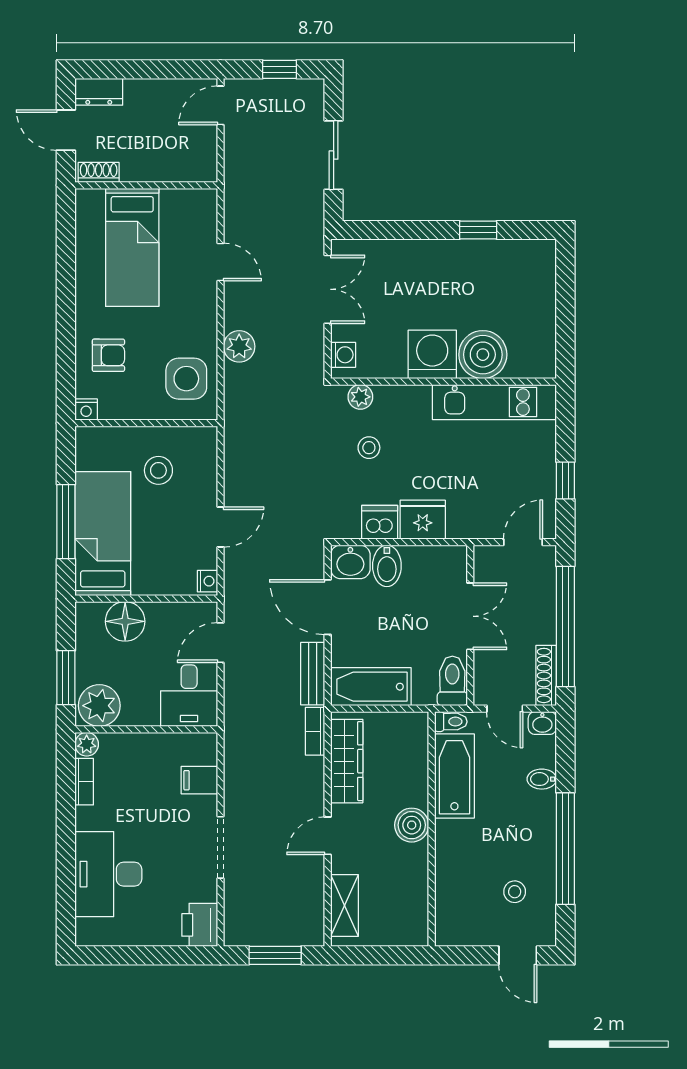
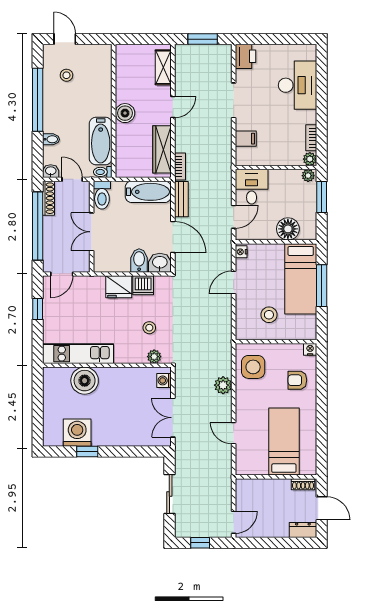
washing machine: (432, 354) -> (77, 433), moved, turned 180
plant: (99, 706) -> (308, 176), width x0.53, depth x0.53

